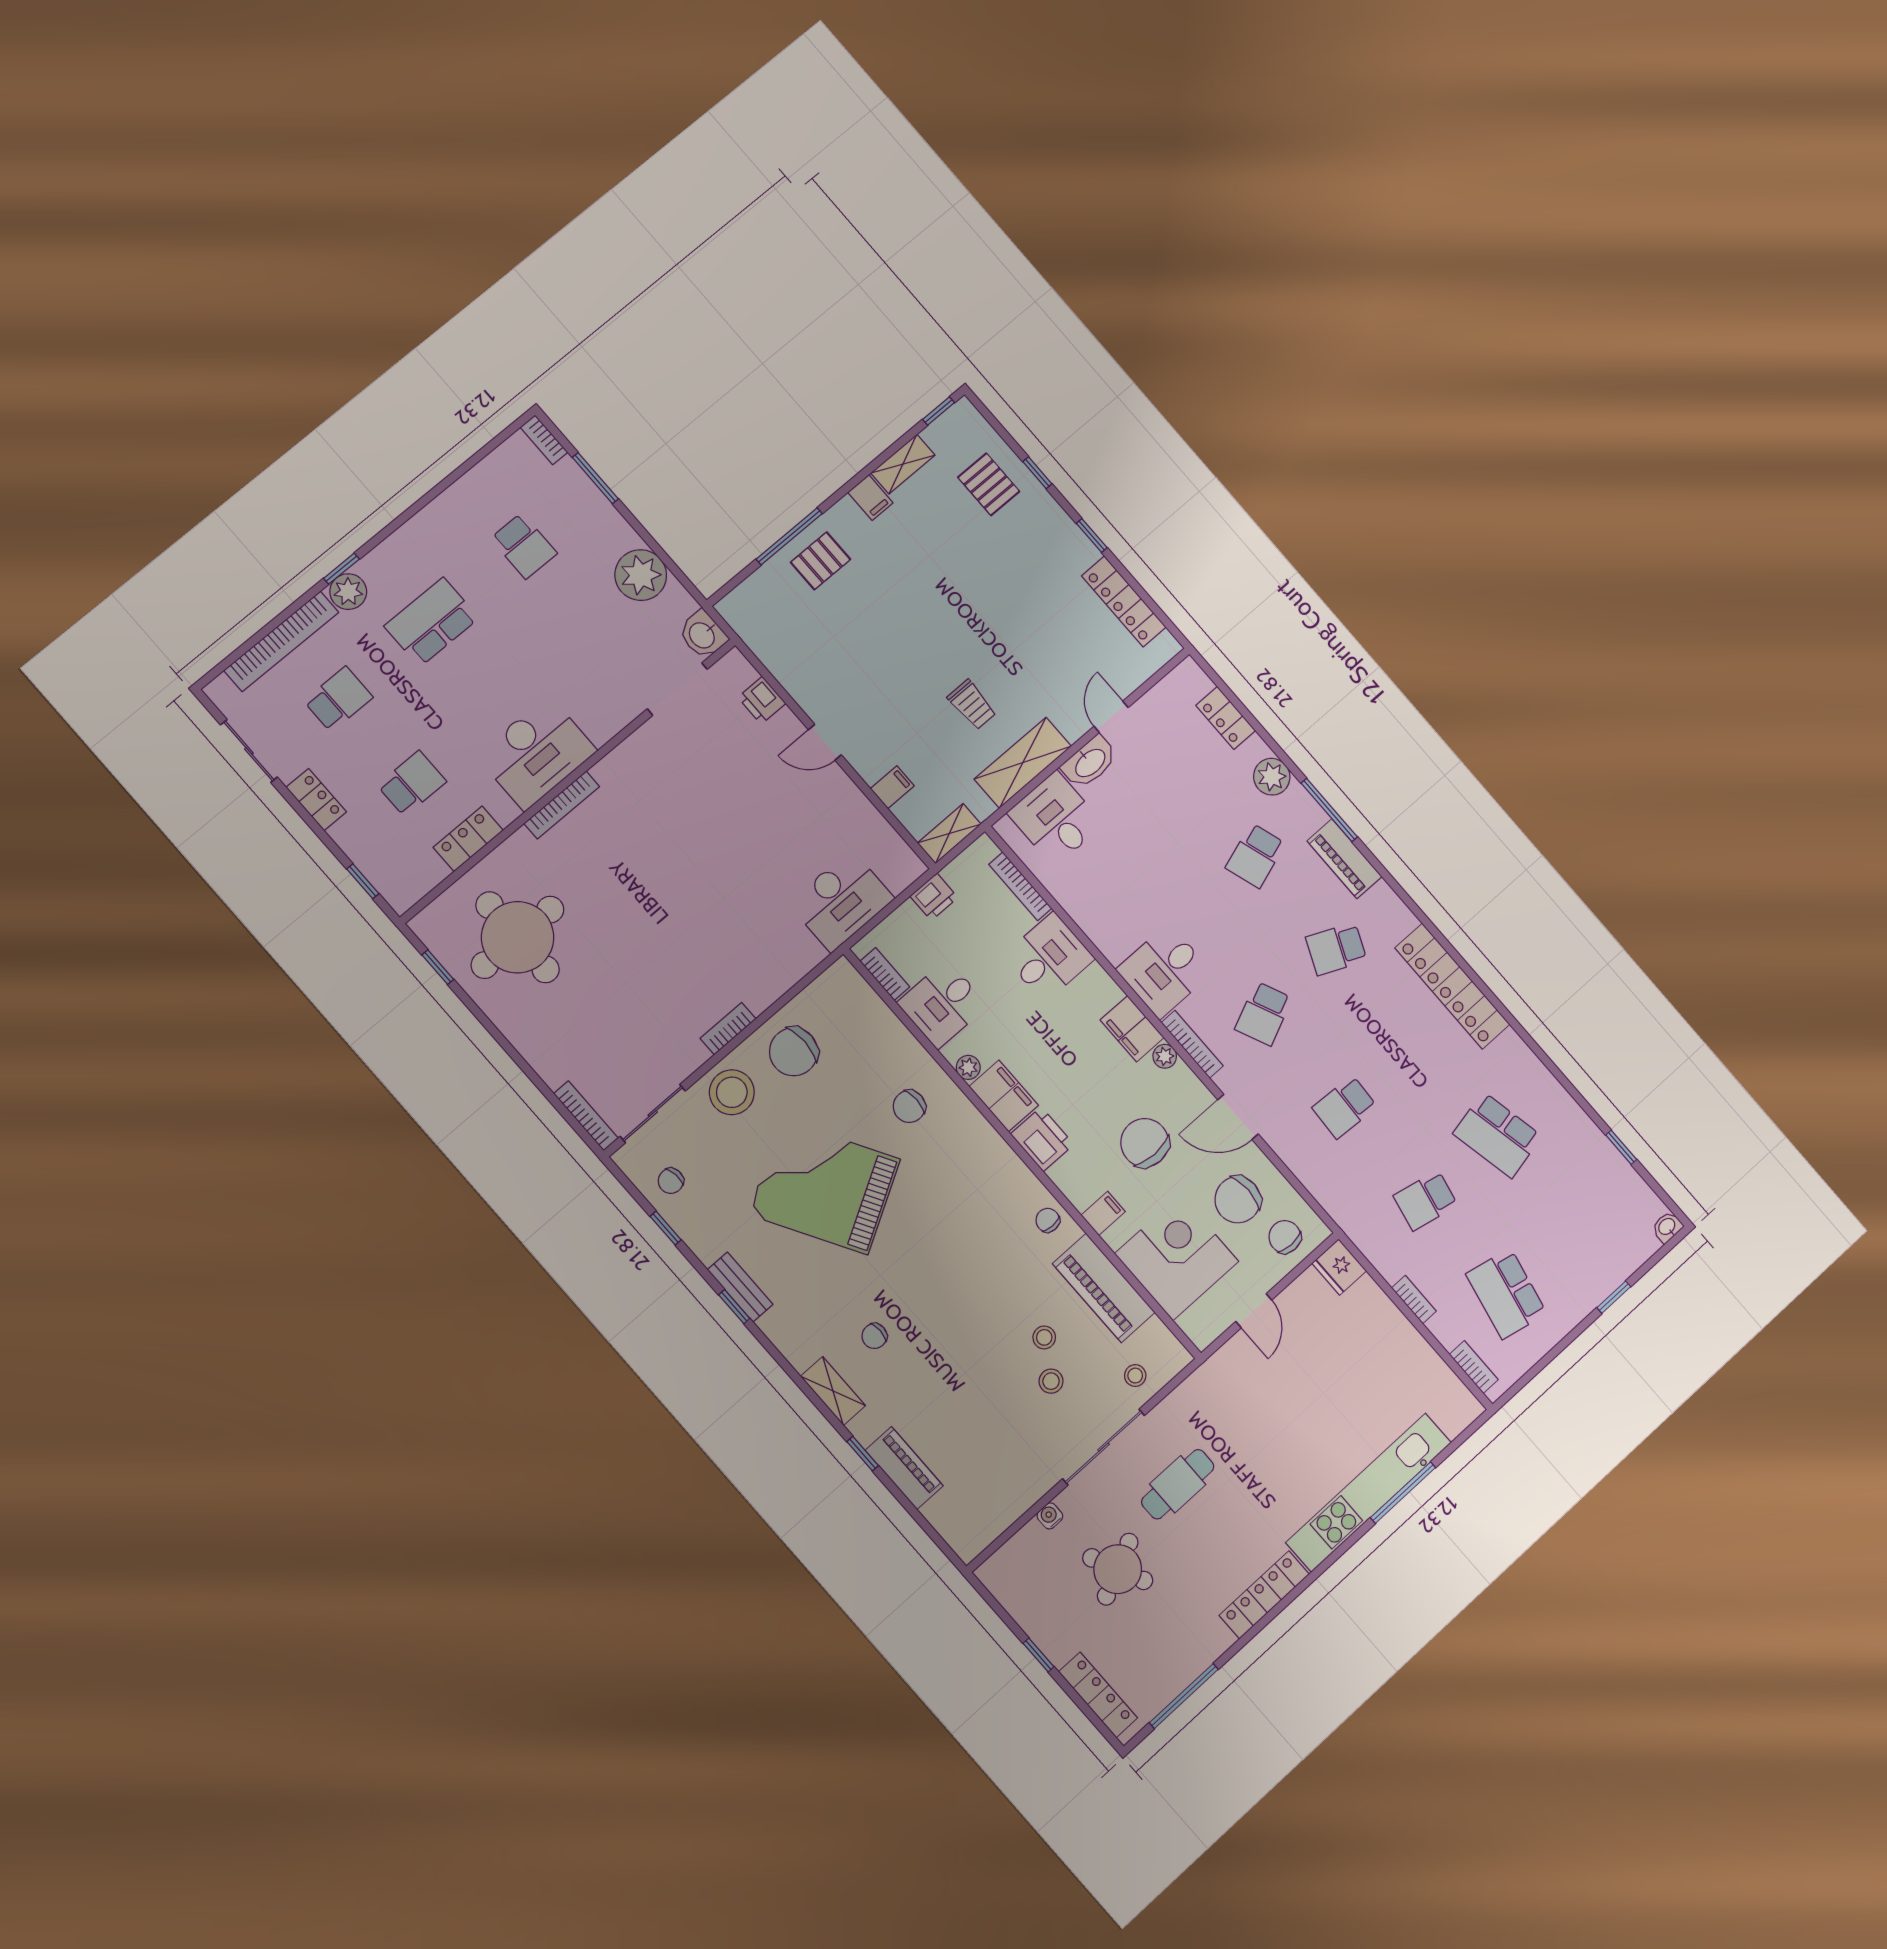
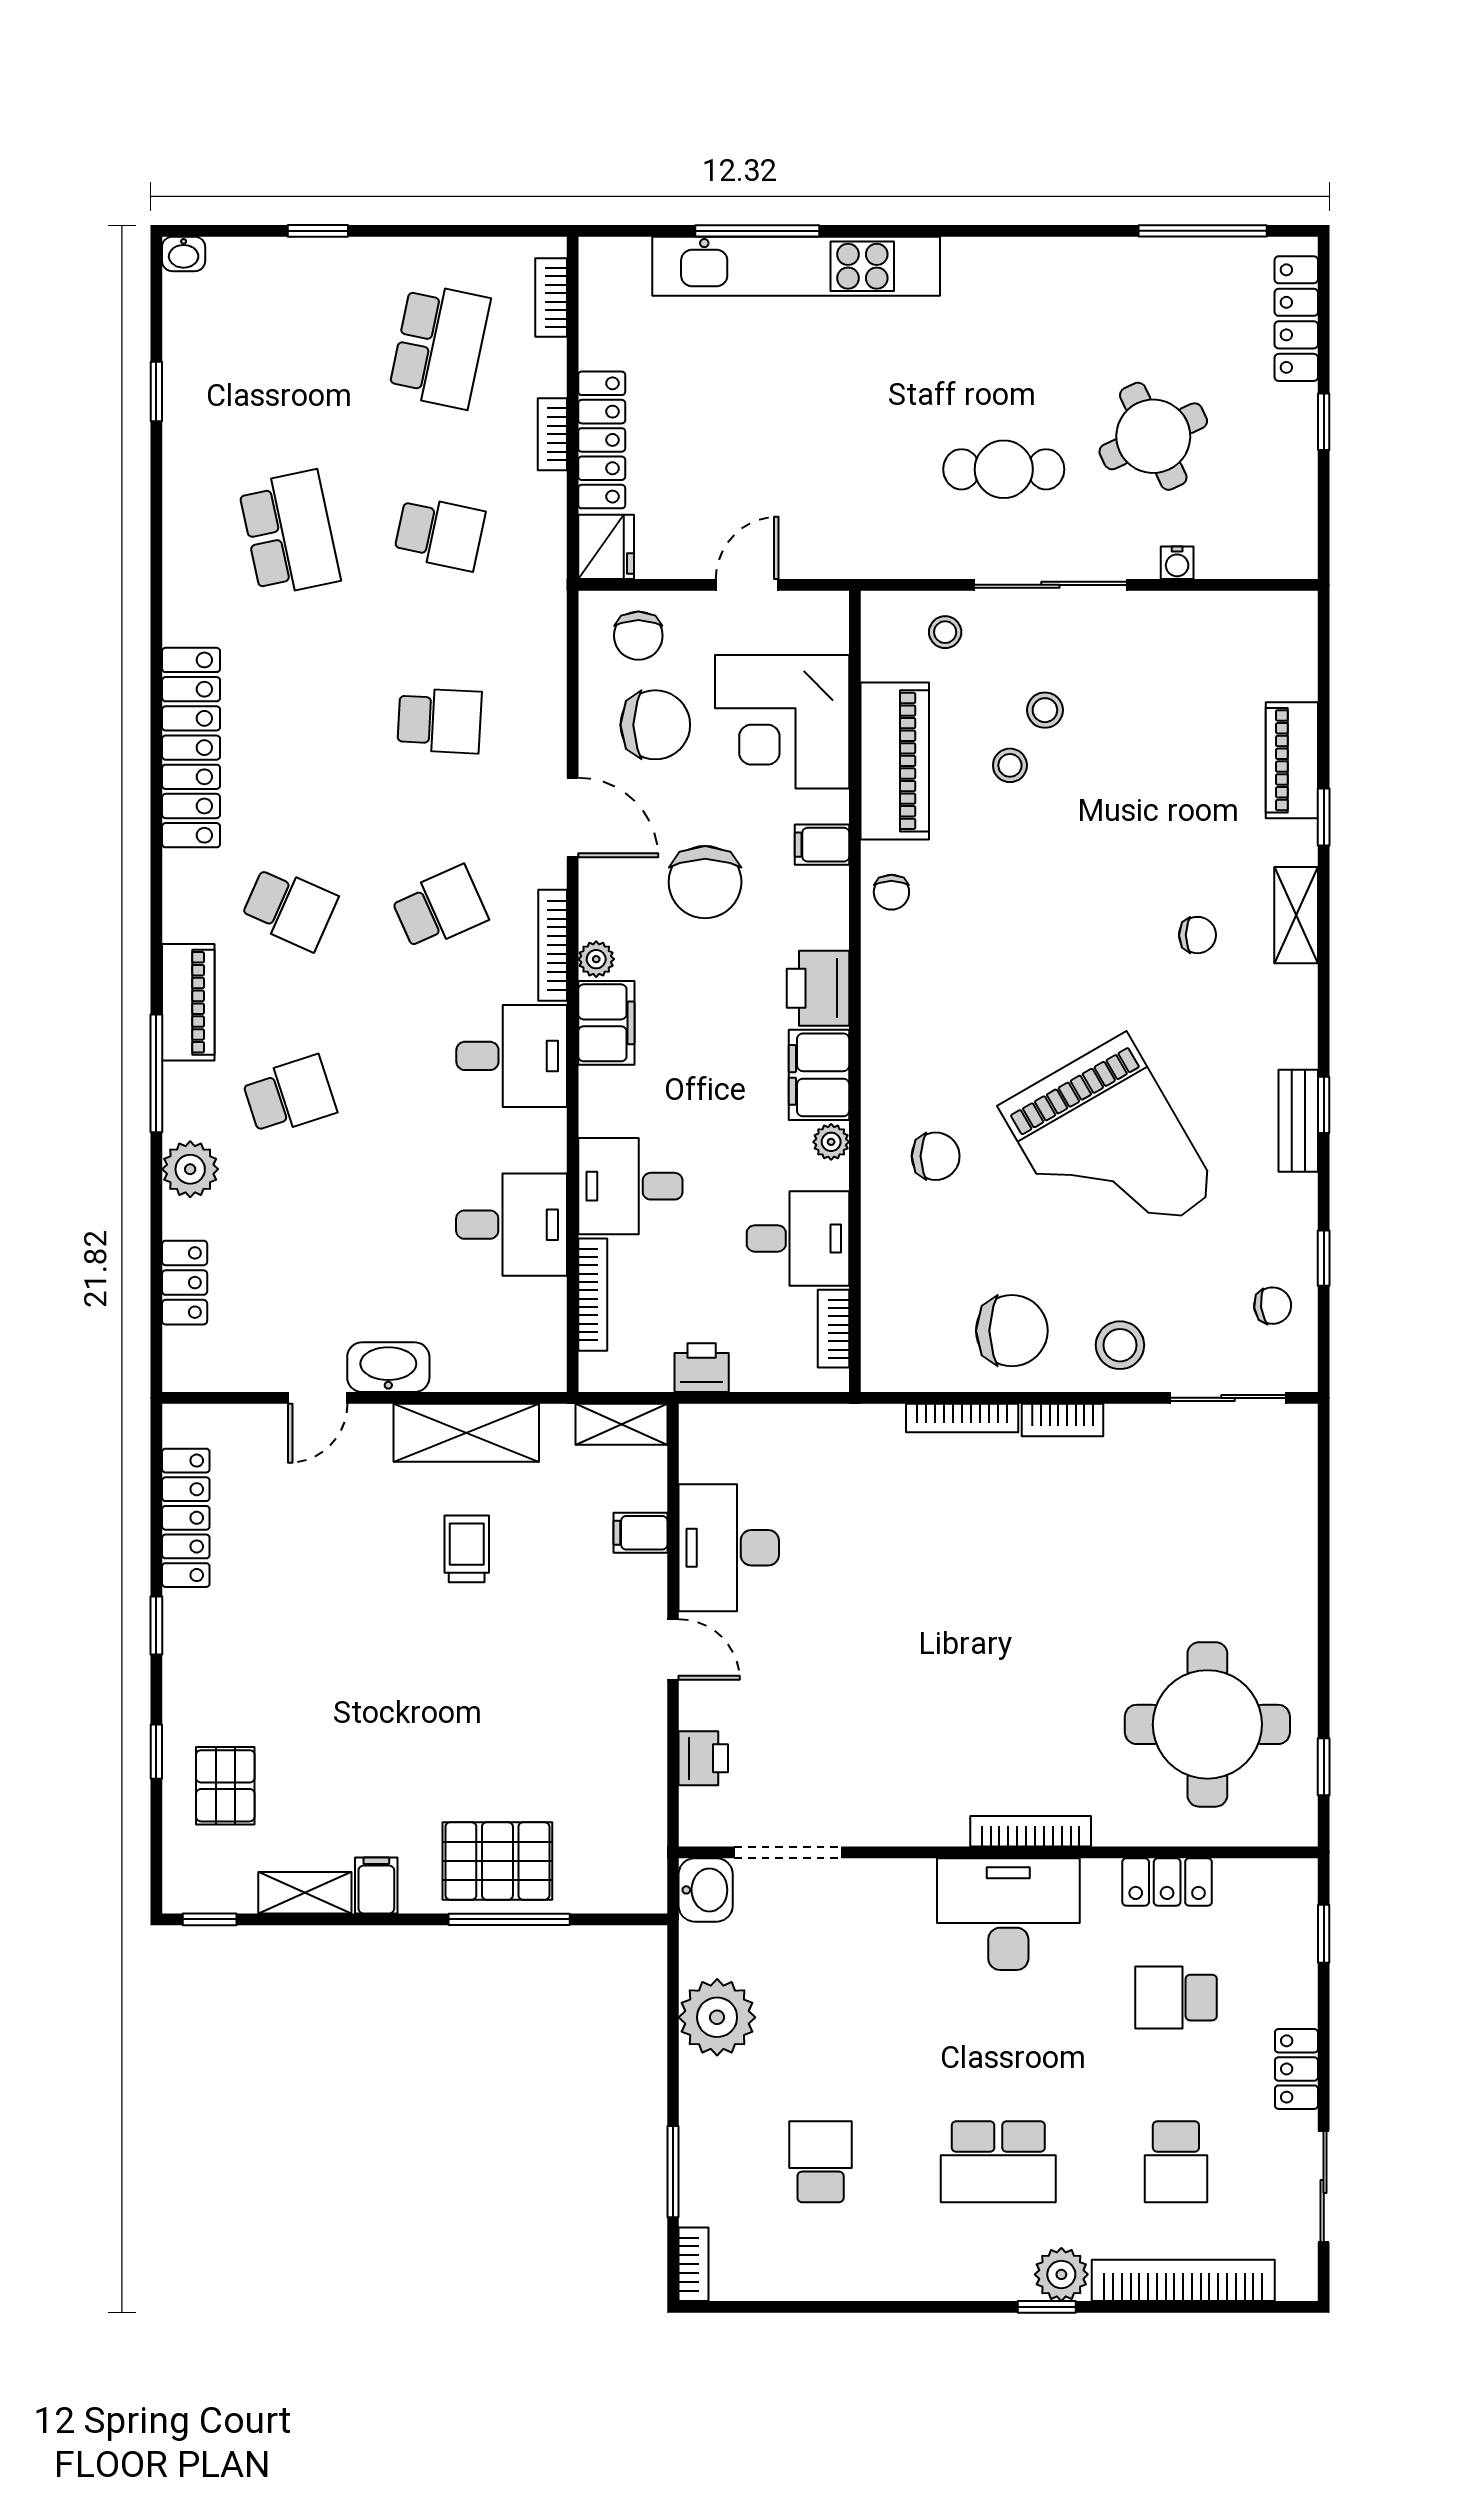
pallet: (821, 561) -> (497, 1861), width x1.50, depth x1.42
school desk: (338, 699) -> (1176, 2162), turned -90
desk: (1055, 819) -> (512, 1225), moved, turned -90
desk: (841, 901) -> (729, 1548), moved, turned -90
stool: (732, 1092) -> (1120, 1345), width x0.73, depth x0.73
bookcase: (586, 1116) -> (962, 1418), moved, turned -90
locker: (1264, 1595) -> (602, 440), moved, turned -90

